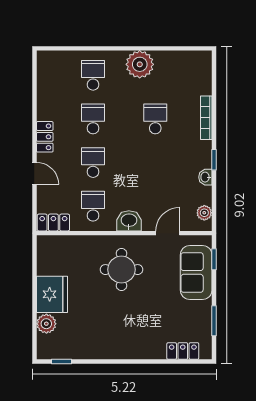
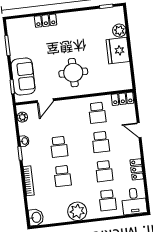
desk: (54, 69) -> (134, 201), added
locker: (45, 137) -> (137, 169), moved
school desk: (155, 163) -> (59, 147), added
washbasin: (129, 221) -> (36, 217), moved, turned -90
locker: (183, 351) -> (46, 21), moved

